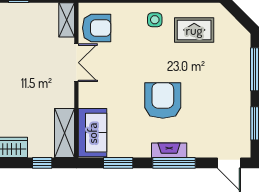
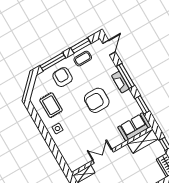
armchair: (97, 28) -> (63, 77), moved
coffee table: (235, 115) -> (83, 59), added

